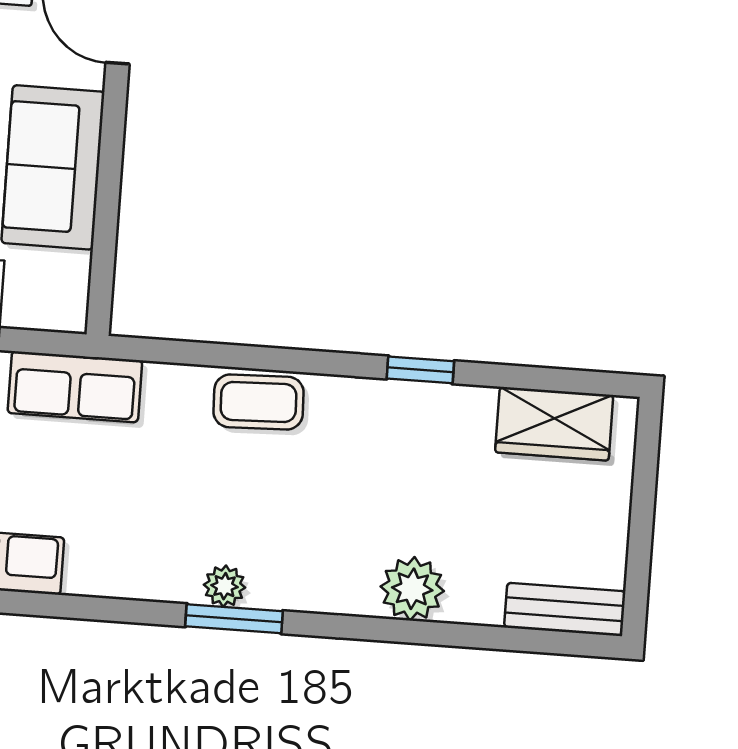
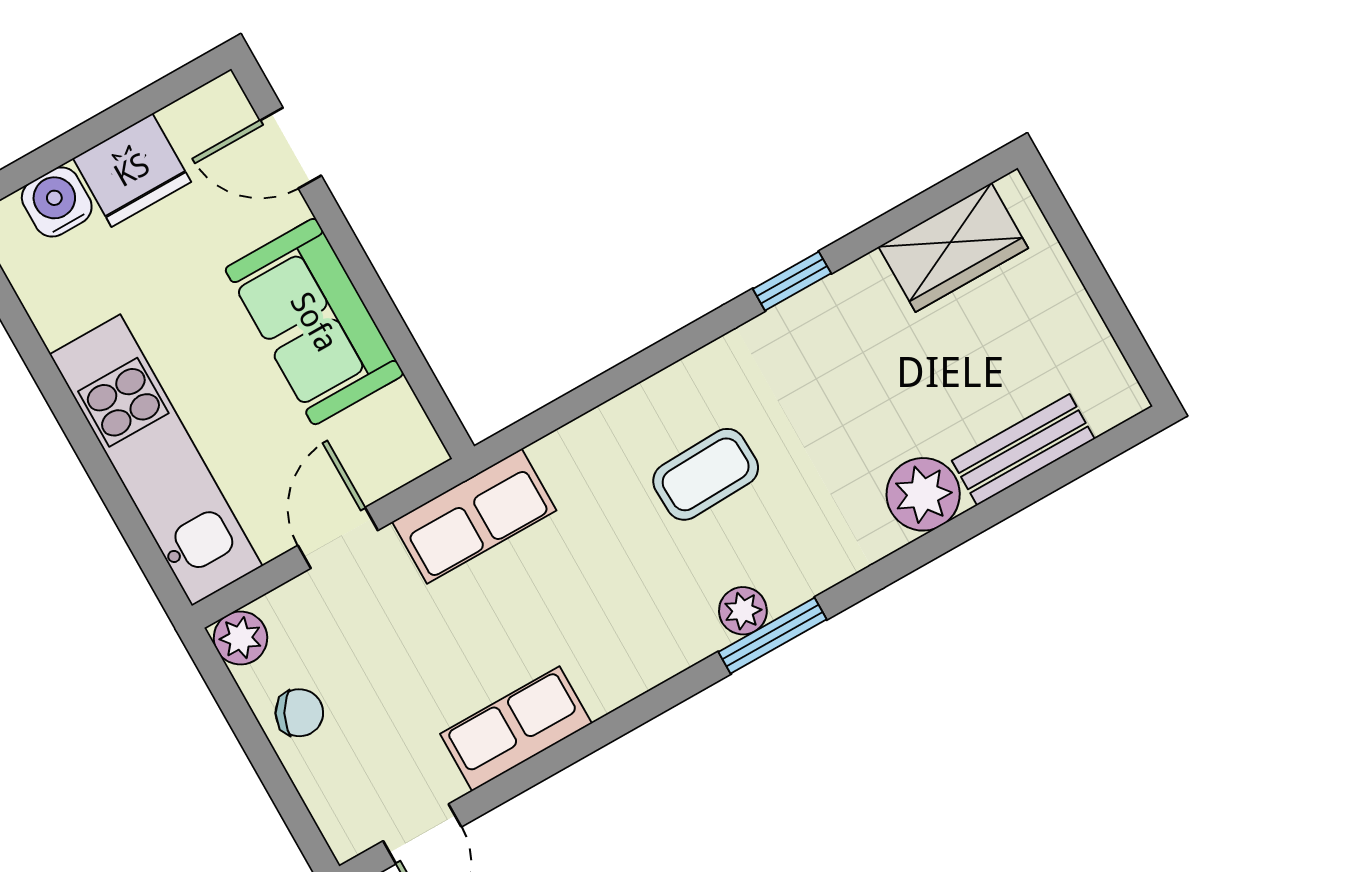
coffee table: (259, 402) -> (706, 474), moved
bench: (565, 609) -> (1023, 450), moved

